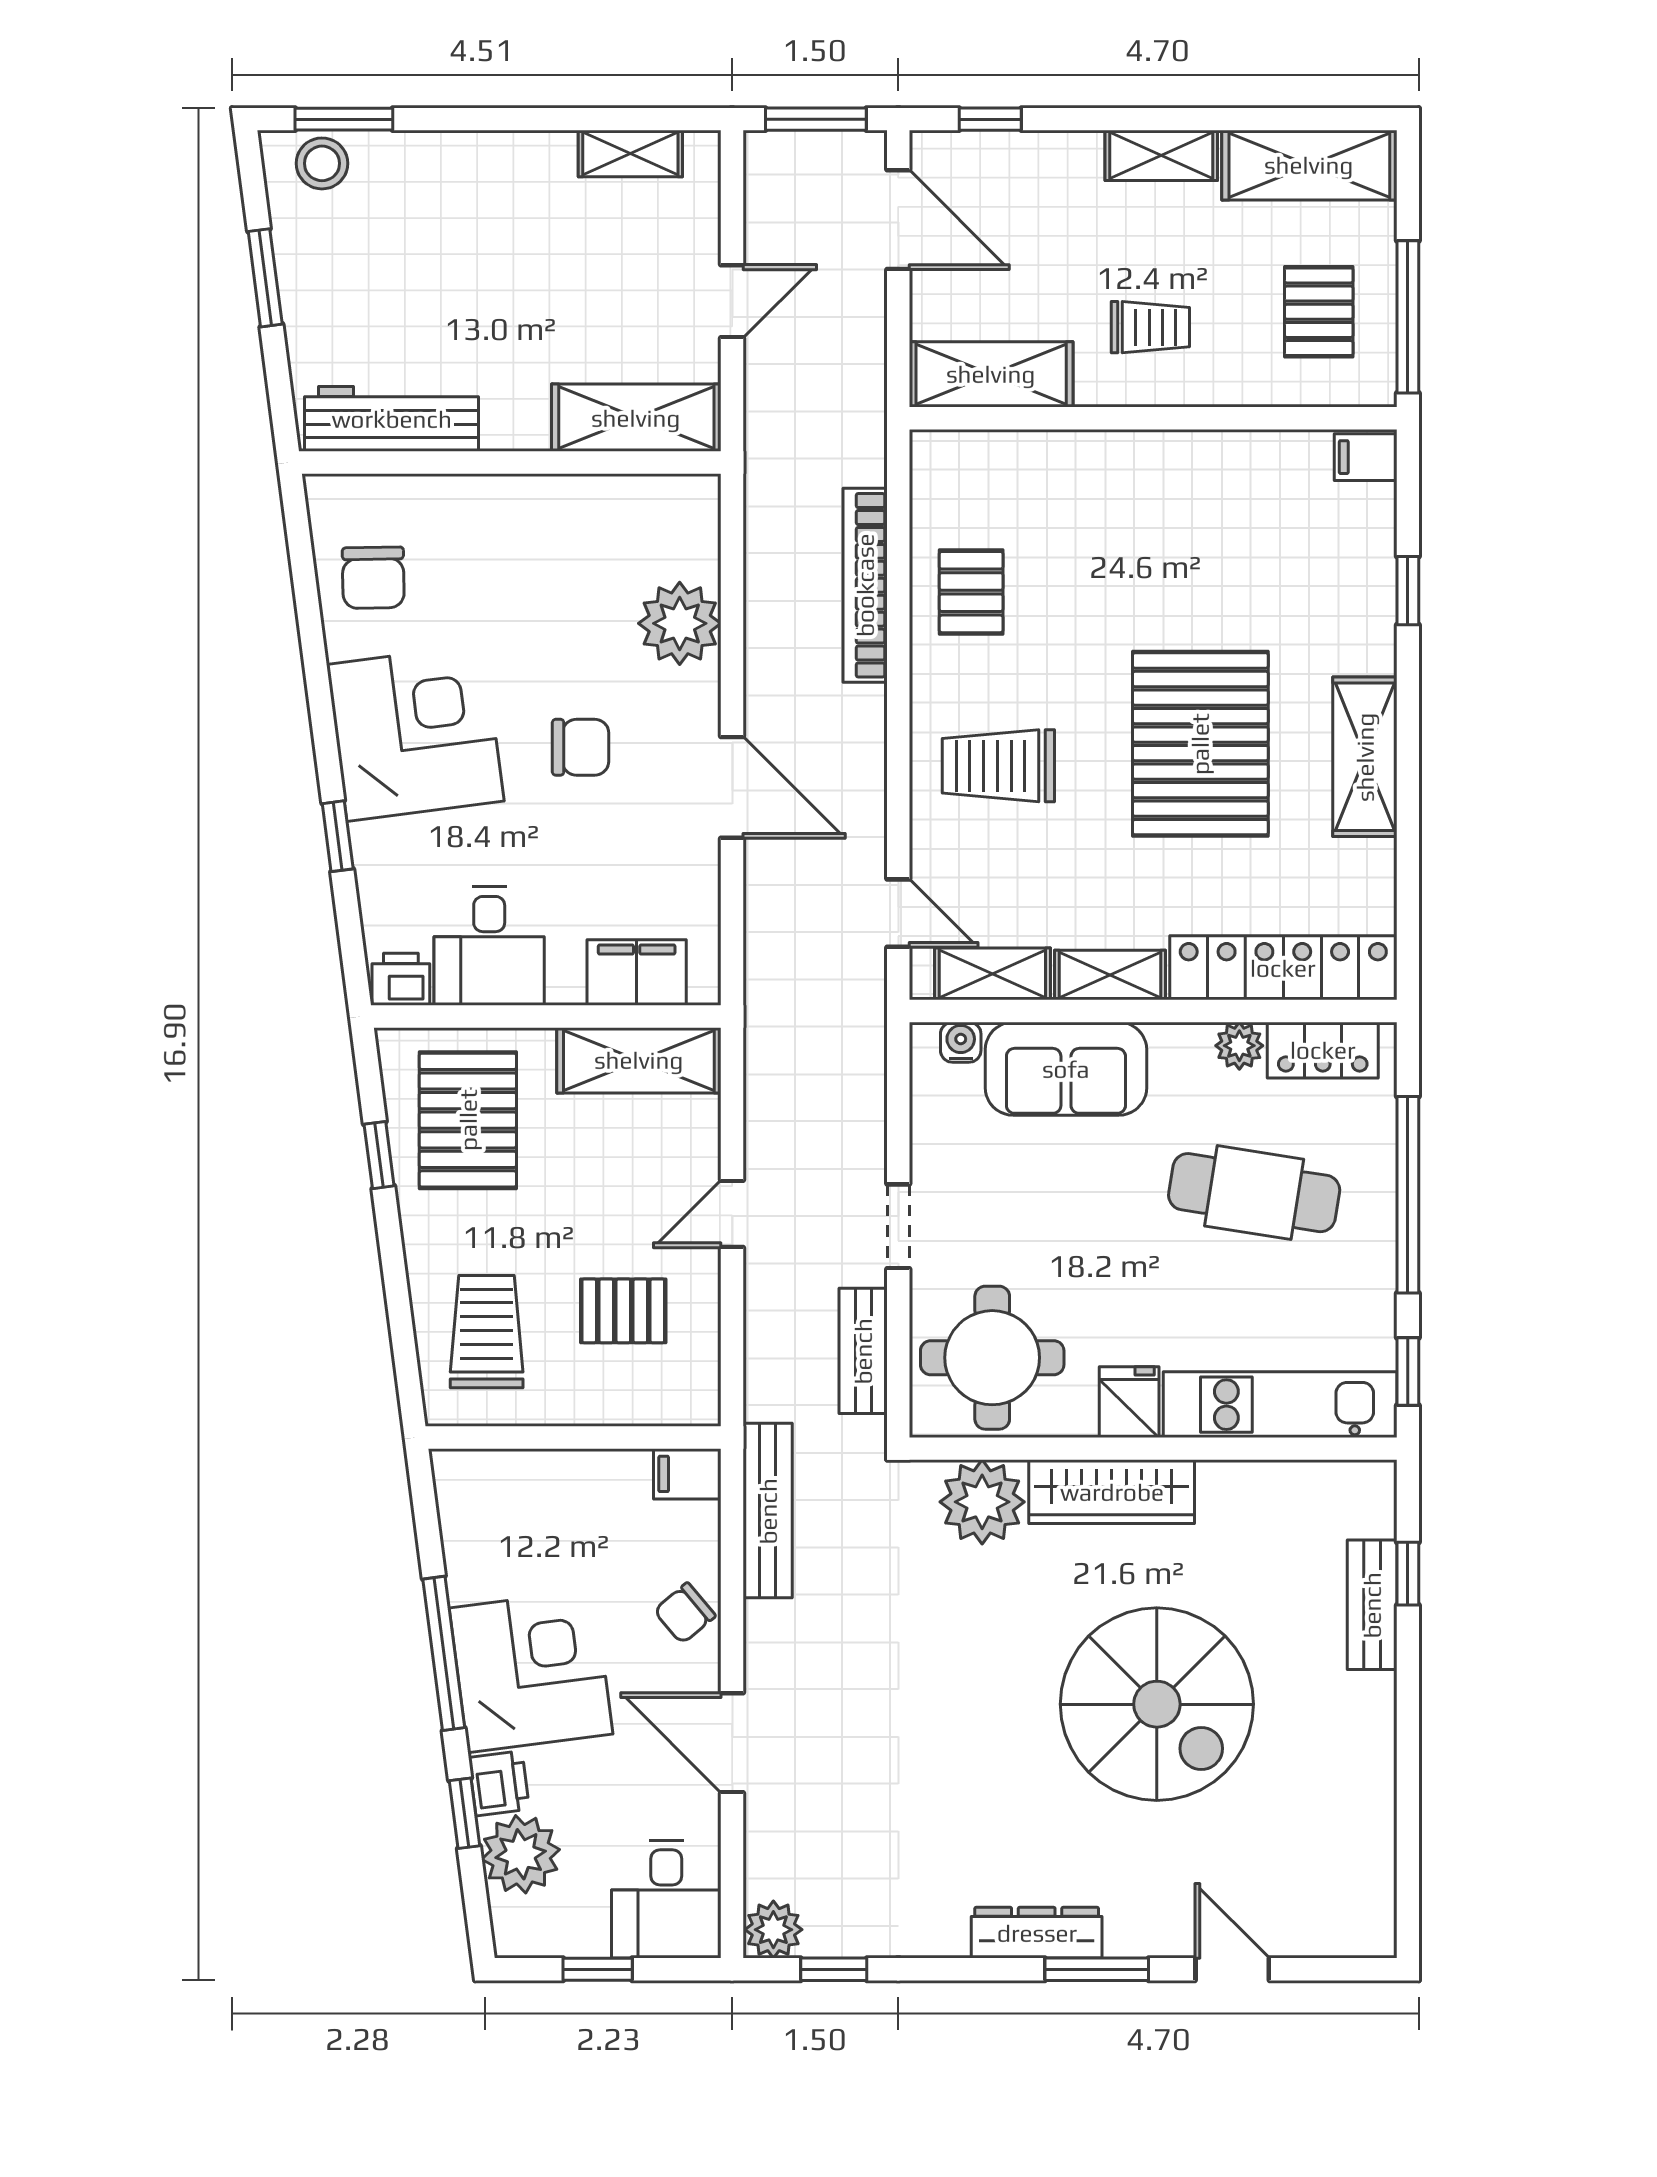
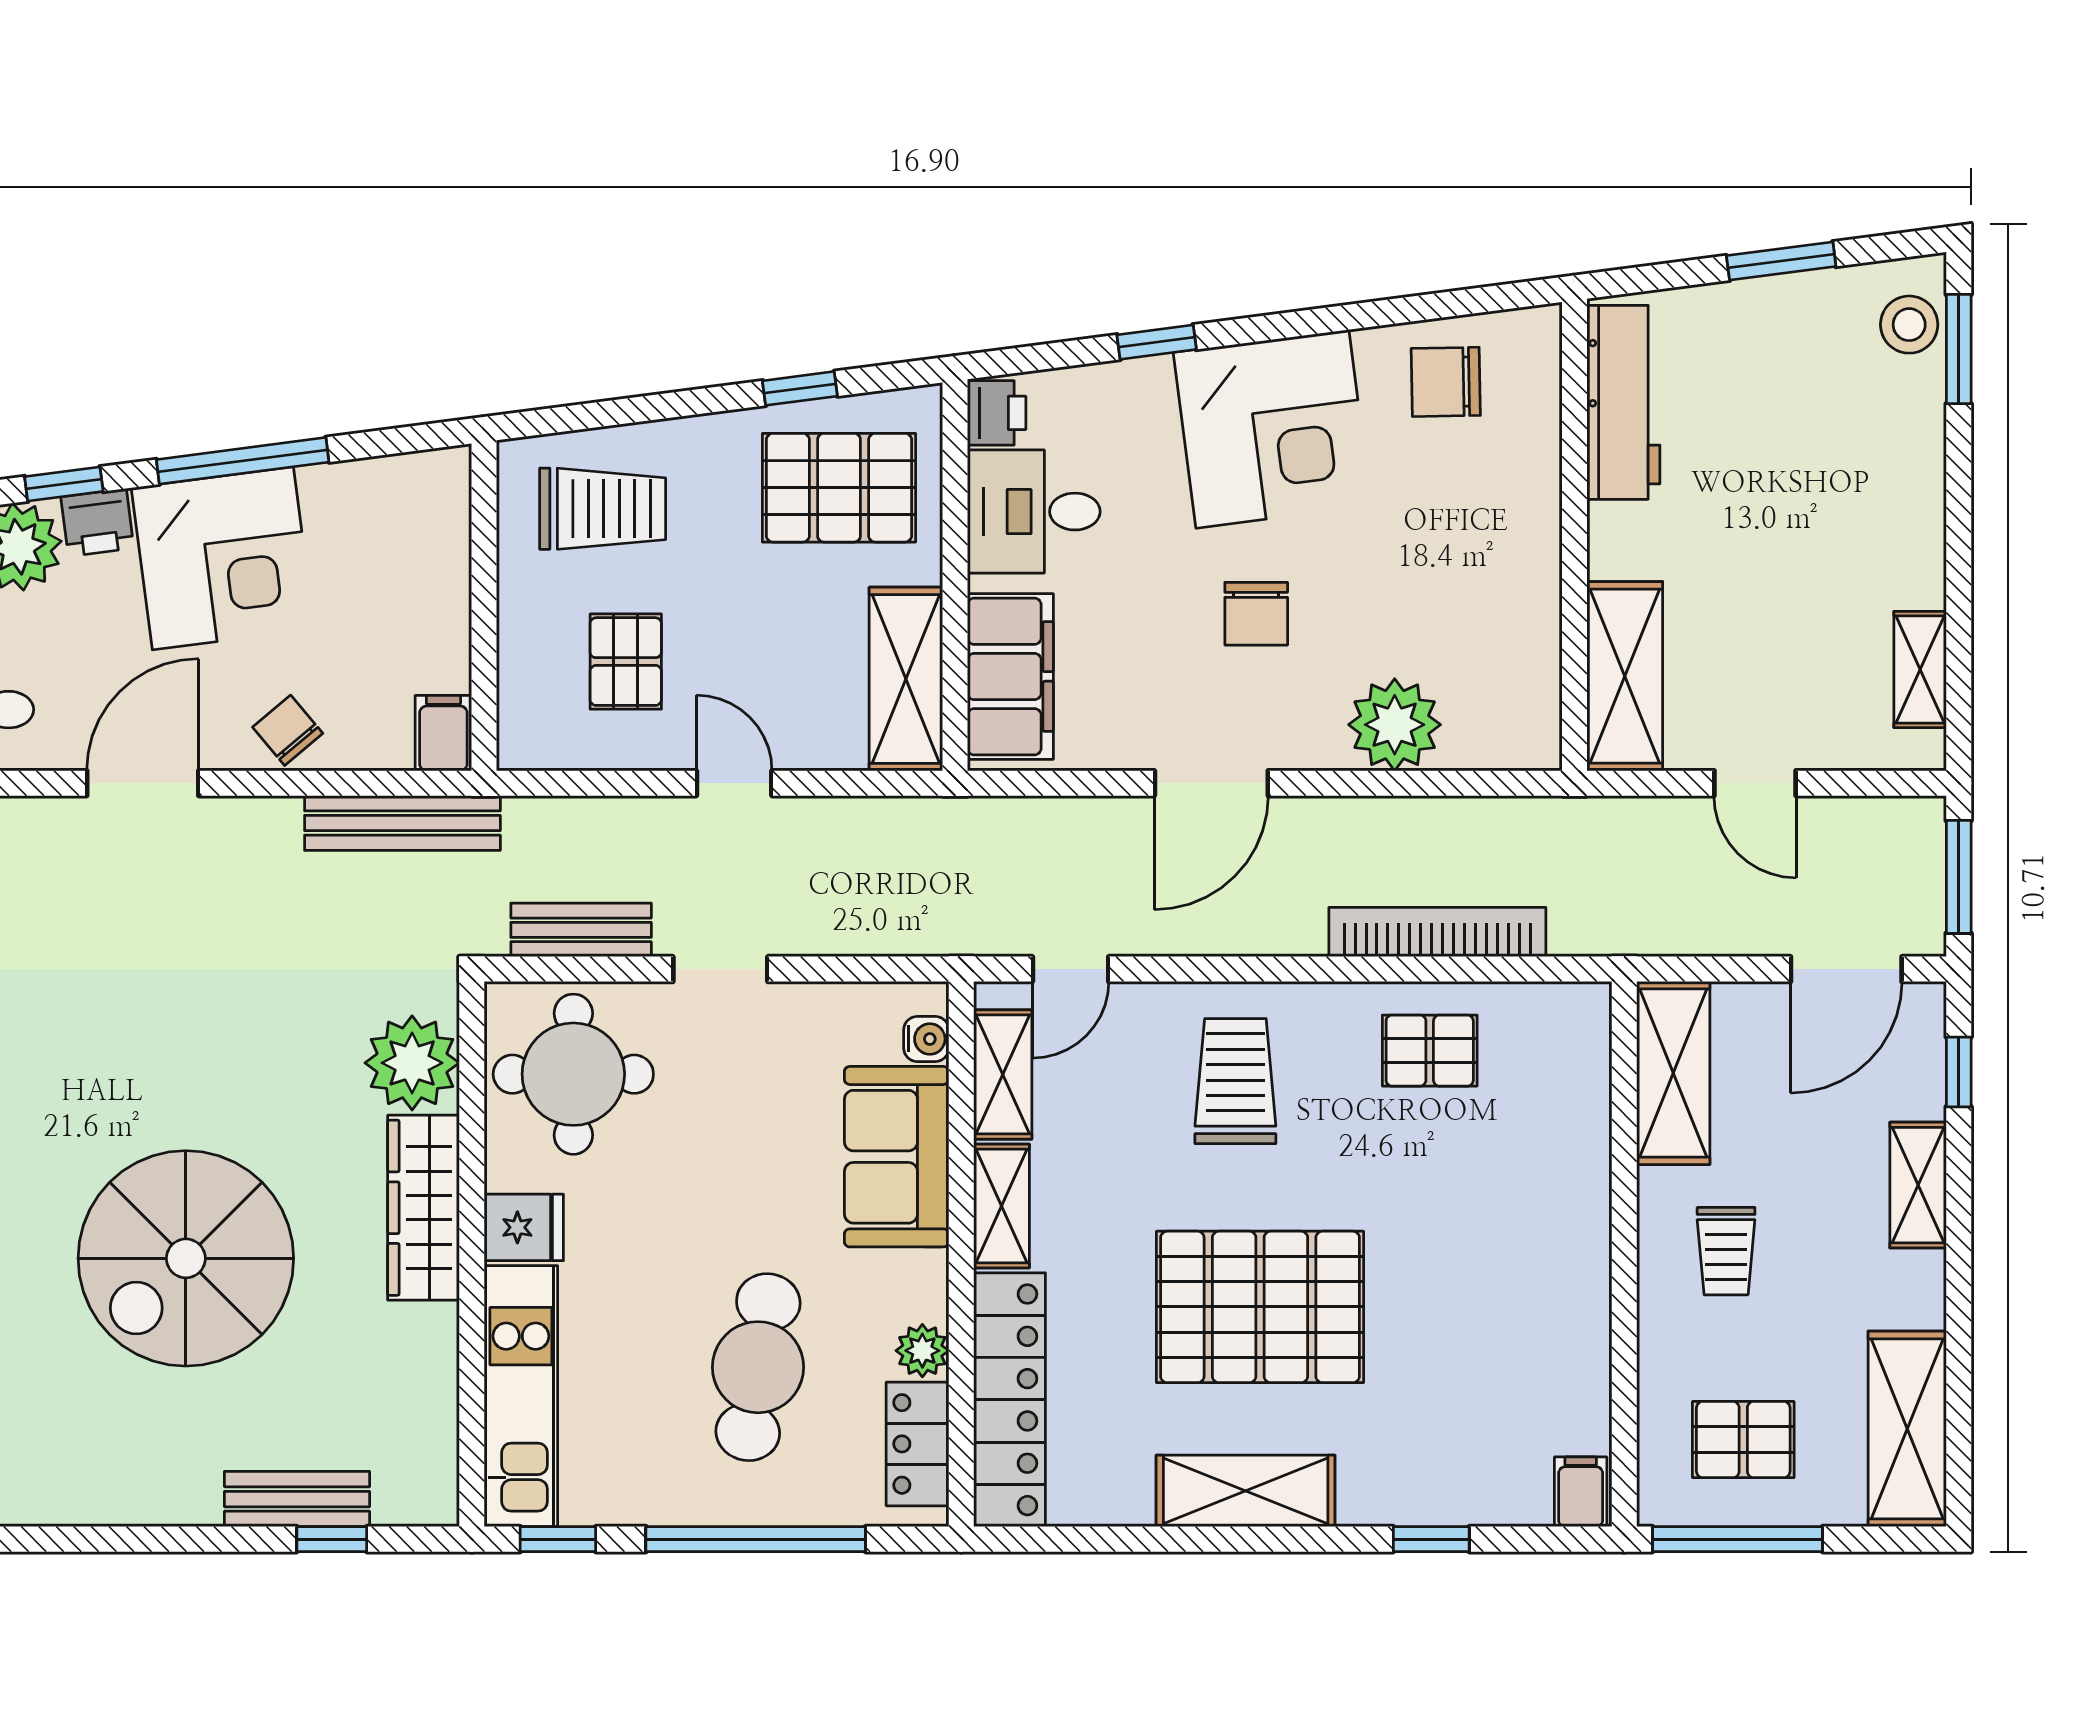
shelving: (1161, 155) -> (1918, 1185), moved
filing cabinet: (637, 973) -> (1010, 676), width x1.50, depth x1.17

